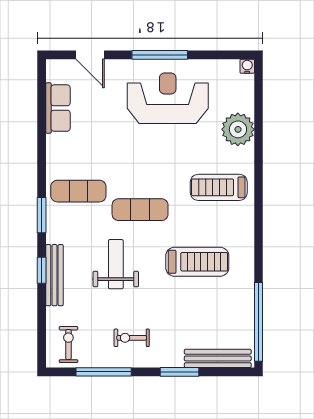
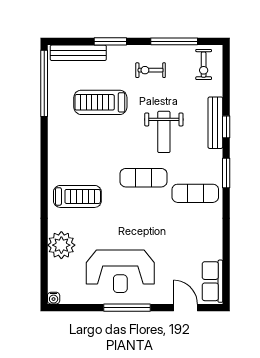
row of seats: (58, 108) -> (212, 281), moved
treadmill: (197, 262) -> (100, 102), moved
exercise bike: (132, 338) -> (151, 70), turned 180

